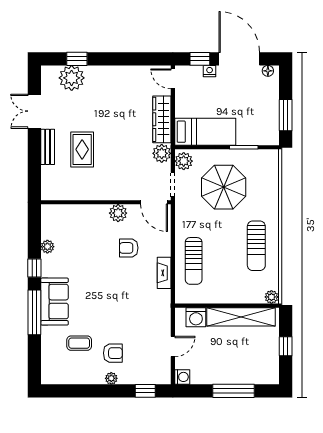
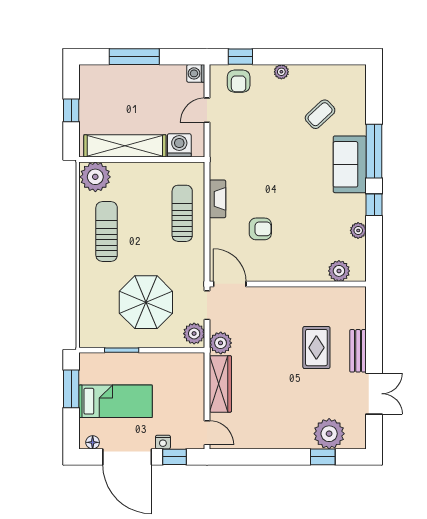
bed: (205, 132) -> (116, 401), moved, turned 180
plant: (118, 213) -> (339, 271), moved
plant: (271, 297) -> (95, 177), width x1.88, depth x1.88
coffee table: (79, 343) -> (320, 114), turned -43
armchair: (113, 353) -> (239, 81), moved, turned -90

